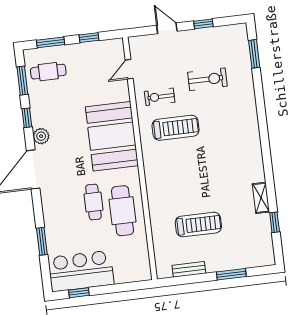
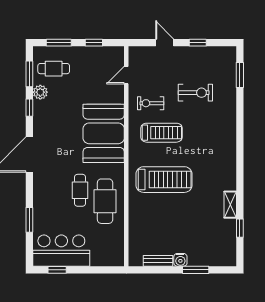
plant: (41, 136) -> (40, 92), moved
treadmill: (198, 225) -> (164, 180), moved, width x1.37, depth x1.38
water cooler: (213, 265) -> (180, 260), added

